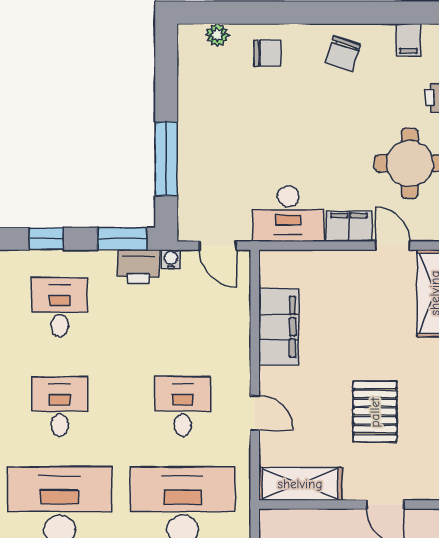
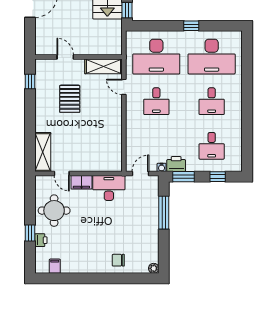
plant: (217, 35) -> (154, 268), moved
chair: (343, 54) -> (84, 260), removed
door: (218, 246) -> (140, 174), hinge flipped
filing cabinet: (279, 327) -> (113, 137), removed
door: (255, 413) -> (124, 87), moved

